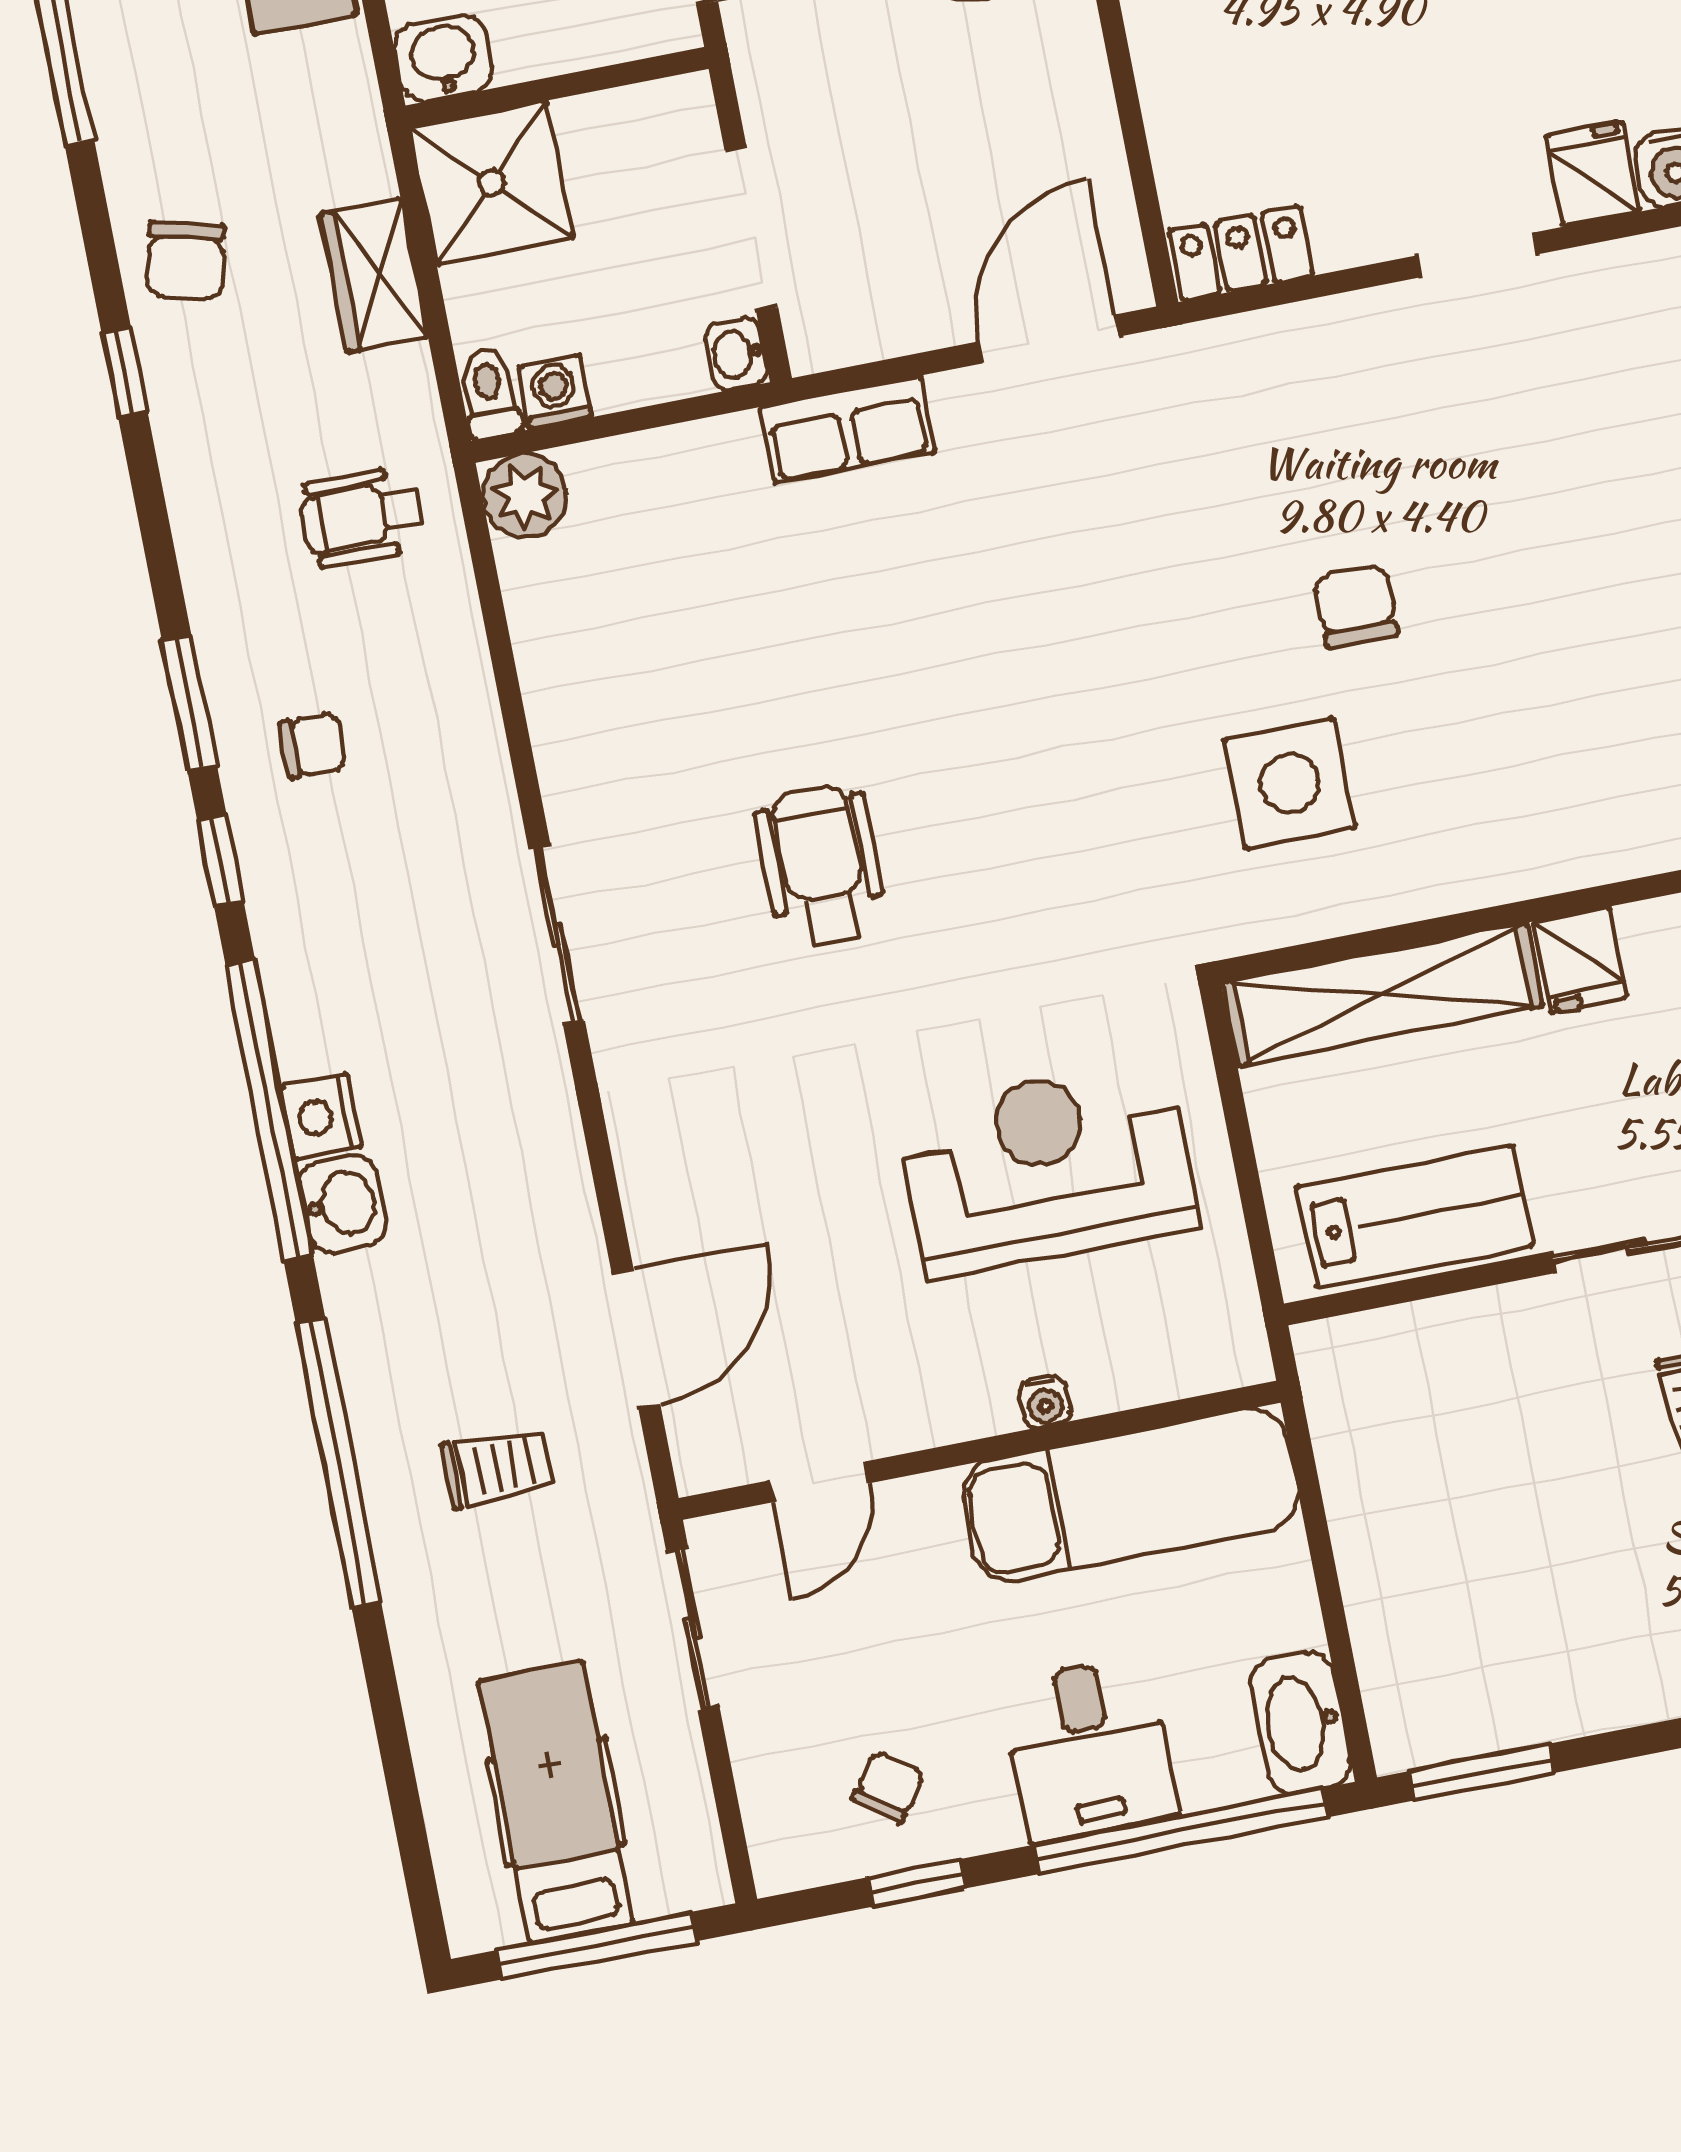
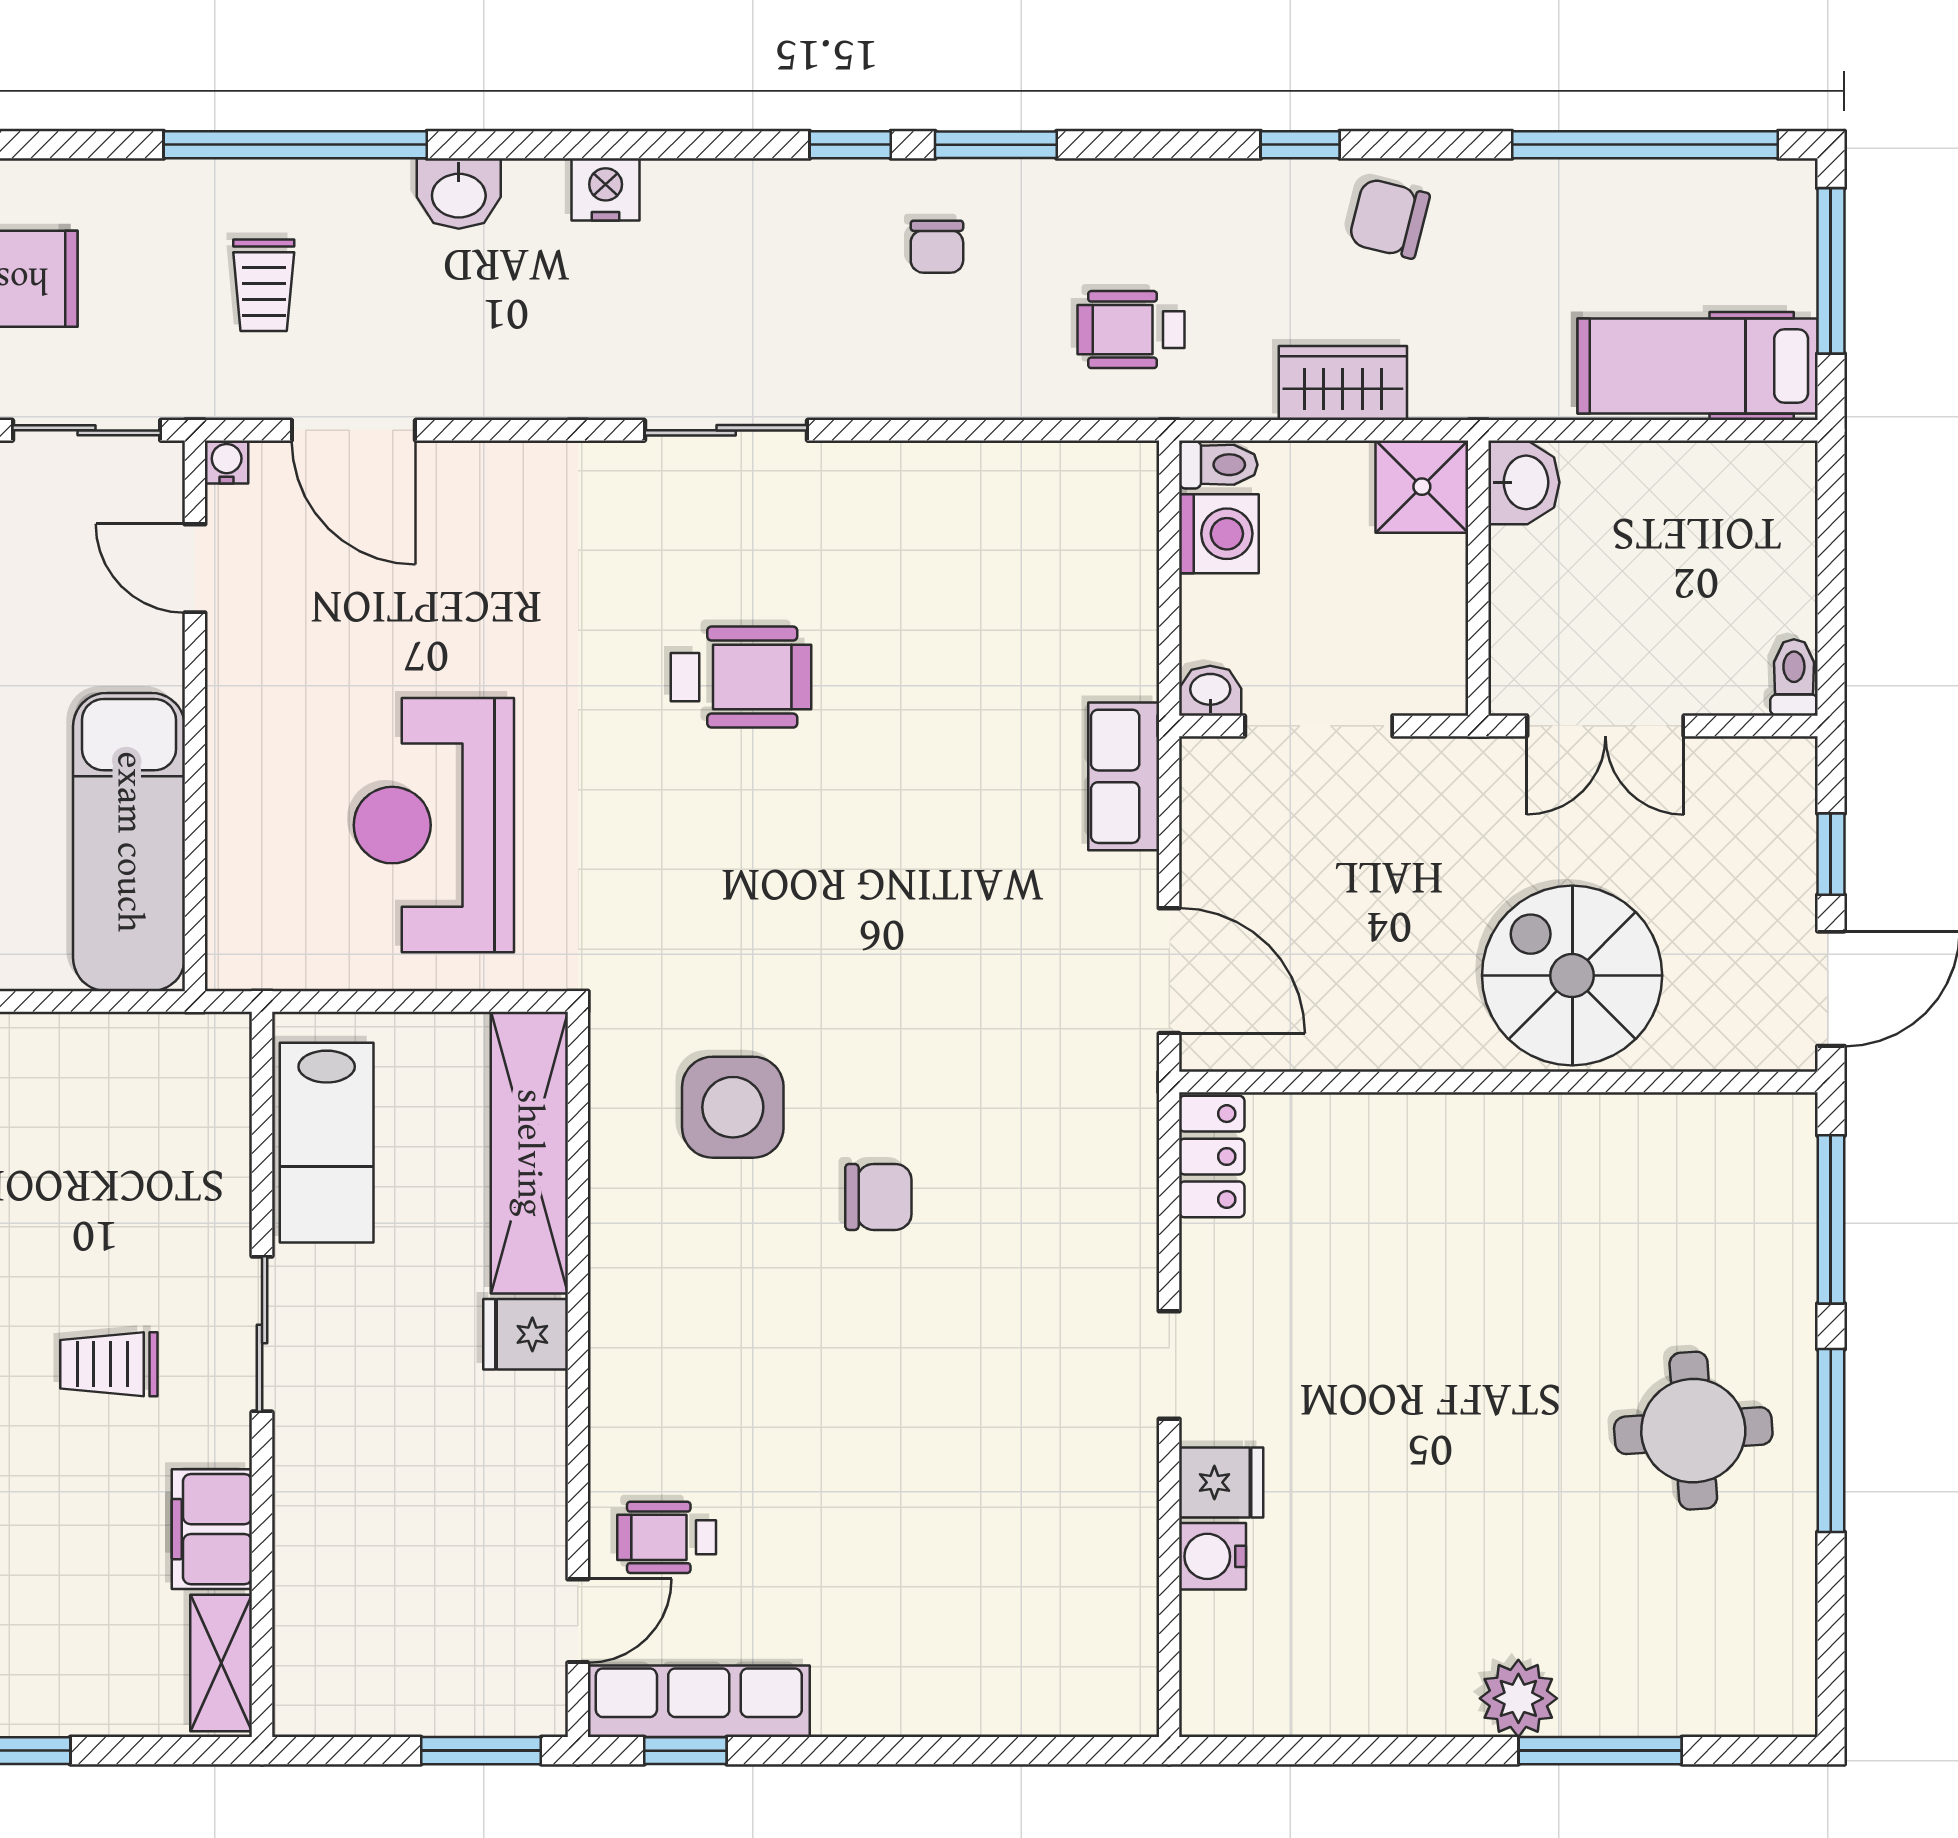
shower: (492, 182) -> (1422, 487), width x0.73, depth x0.73
washing machine: (555, 392) -> (1219, 534), width x1.38, depth x1.38
plant: (525, 496) -> (1121, 478), removed
wheelchair: (361, 517) -> (1131, 330), turned -90
window: (269, 1110) -> (621, 145), removed
reception desk: (1047, 1168) -> (434, 825), turned 180
washbasin: (343, 1204) -> (459, 194), moved
water cooler: (1045, 1402) -> (227, 462), moved, turned 90

